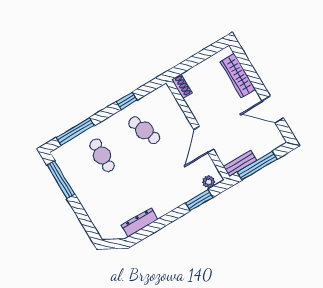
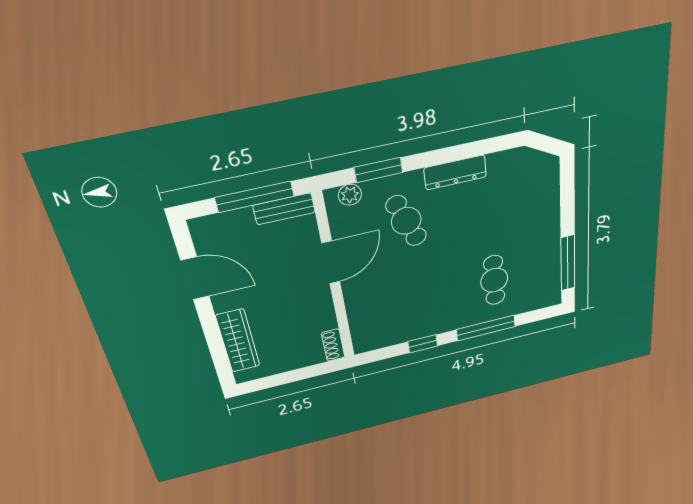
cafe table: (144, 130) -> (406, 221), moved
window: (75, 132) -> (486, 328), moved
dresser: (140, 222) -> (455, 172), moved

